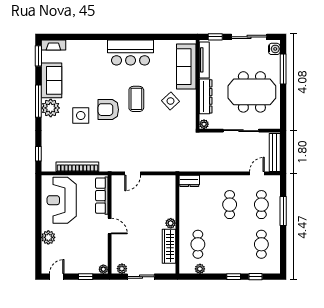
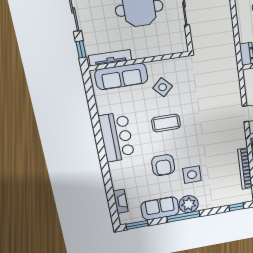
fireplace: (53, 45) -> (121, 201), moved
dresser: (206, 96) -> (151, 50), removed
armchair: (108, 110) -> (163, 165), moved
plant: (204, 124) -> (183, 47), removed

